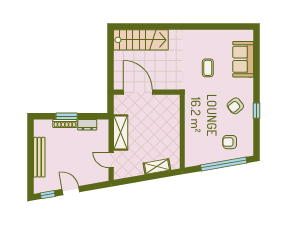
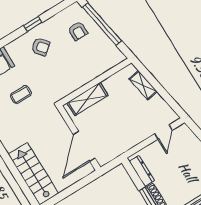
dresser: (87, 125) -> (142, 171), width x1.44
shelving: (121, 132) -> (87, 99), moved

